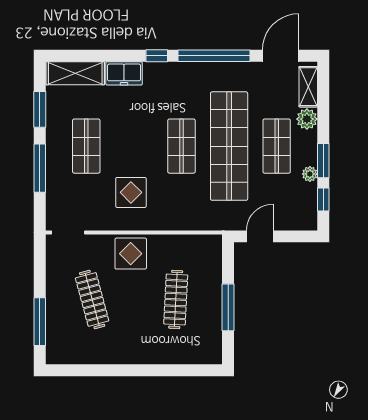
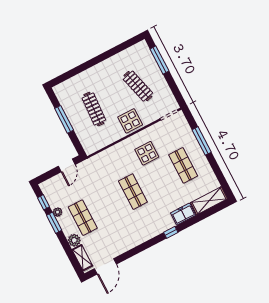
window: (214, 56) -> (141, 248), removed
window: (40, 109) -> (218, 172), removed
shop shelf: (229, 146) -> (108, 205), removed

